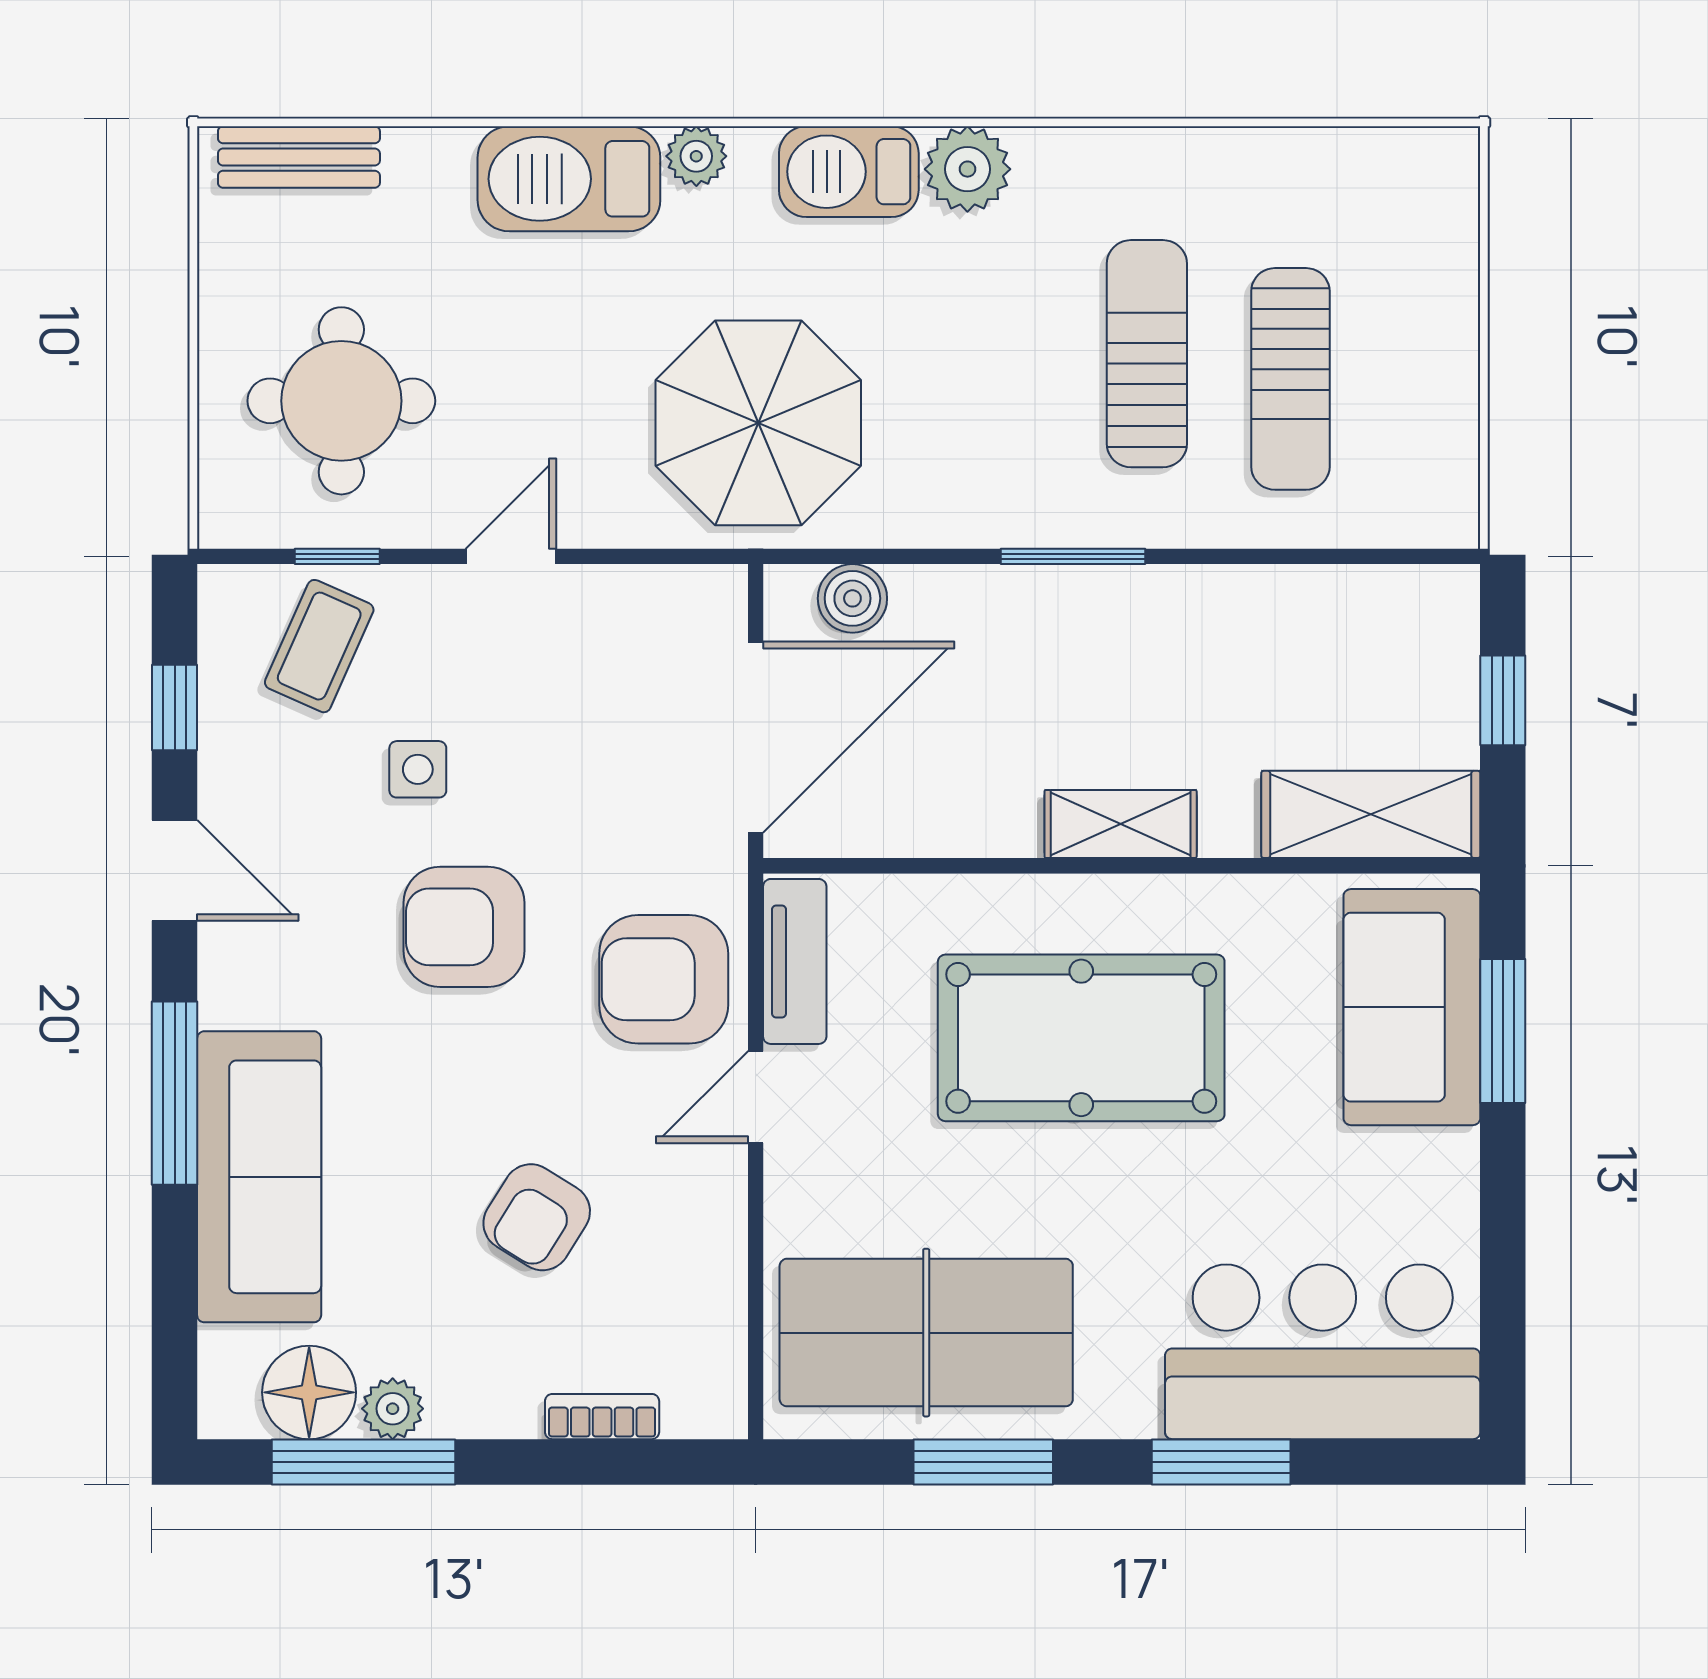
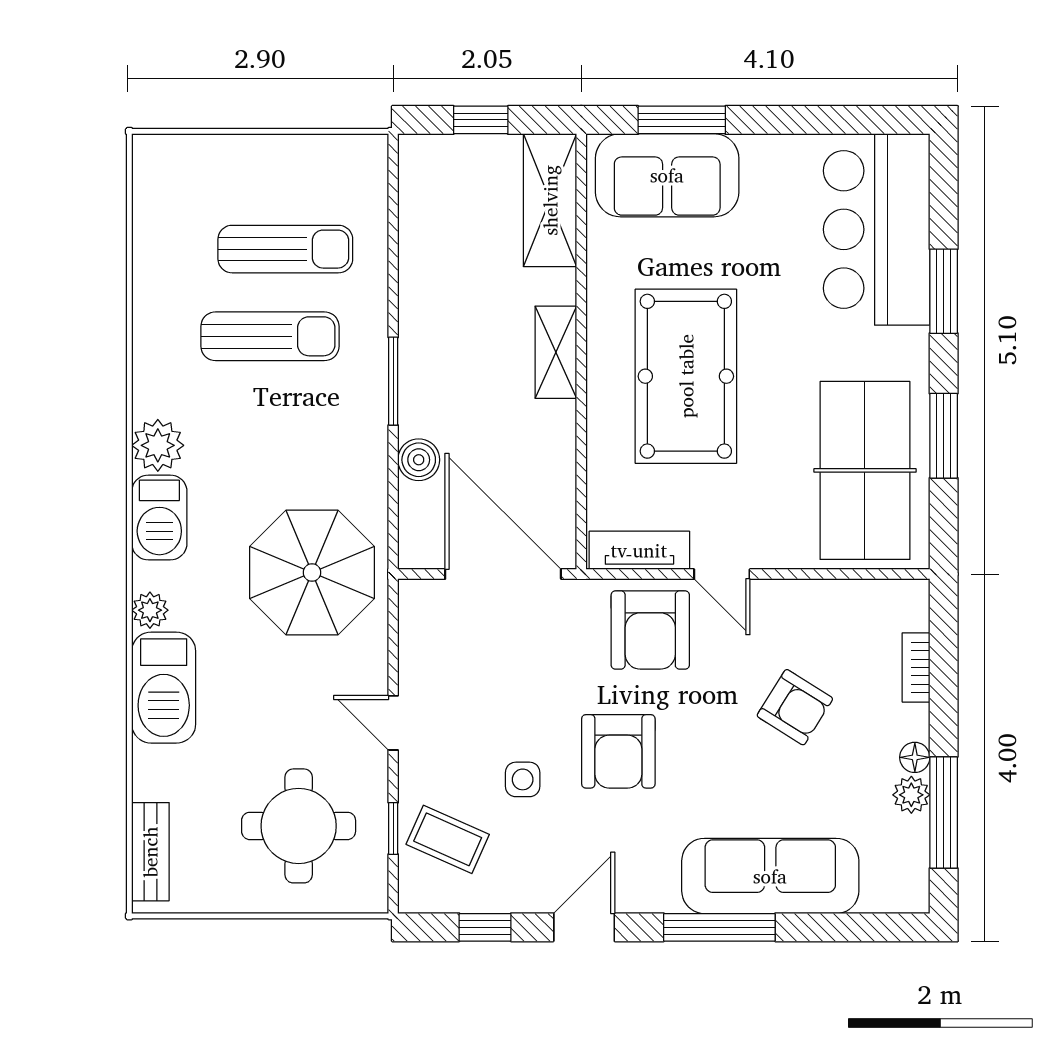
sun lounger: (1147, 354) -> (270, 336), turned 180
boiler: (852, 598) -> (419, 460), moved
floor lamp: (309, 1392) -> (915, 757), moved, width x0.53, depth x0.53

